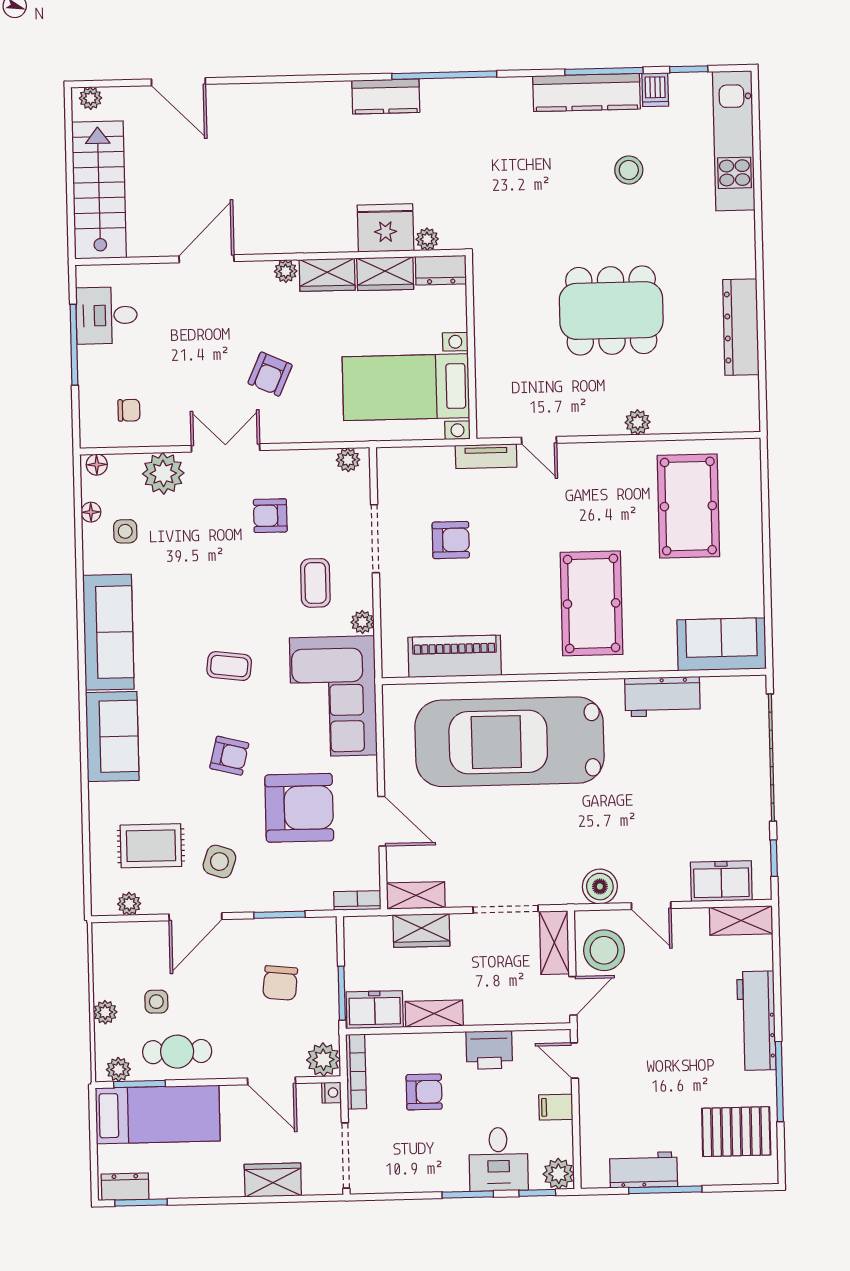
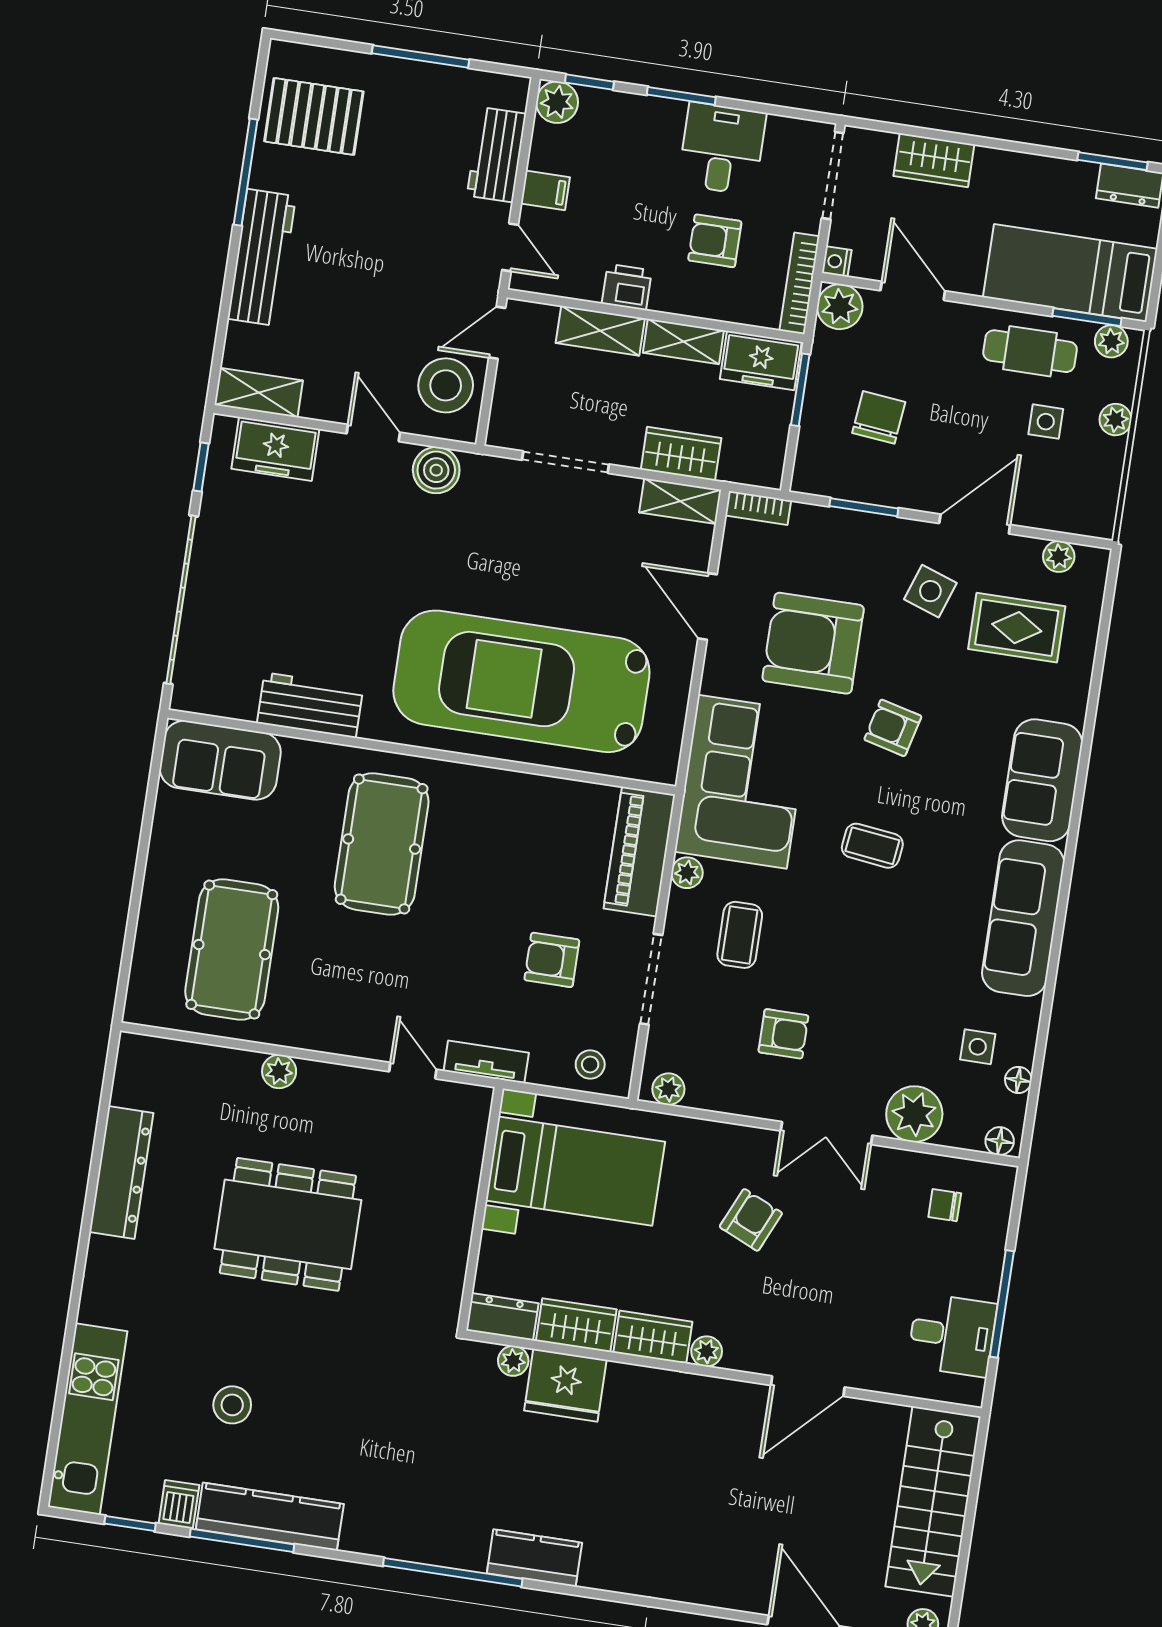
stool: (409, 468) -> (590, 1065), added
piano: (455, 656) -> (639, 852), moved, turned 90
car: (510, 742) -> (521, 681), turned 180
shelving: (554, 943) -> (600, 331), moved, turned 90
printer: (489, 1050) -> (627, 287), width x0.73, depth x0.81
desk: (498, 1159) -> (722, 149), moved
workbench: (644, 1170) -> (497, 155), moved, turned 90

